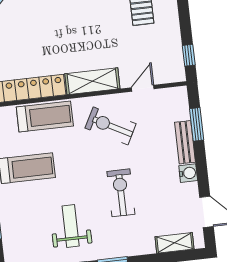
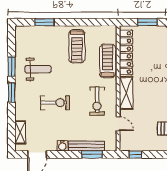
treadmill: (45, 117) -> (108, 61), turned 180
exercise bike: (111, 126) -> (97, 101), turned 152
bench: (185, 142) -> (87, 146), width x1.36

